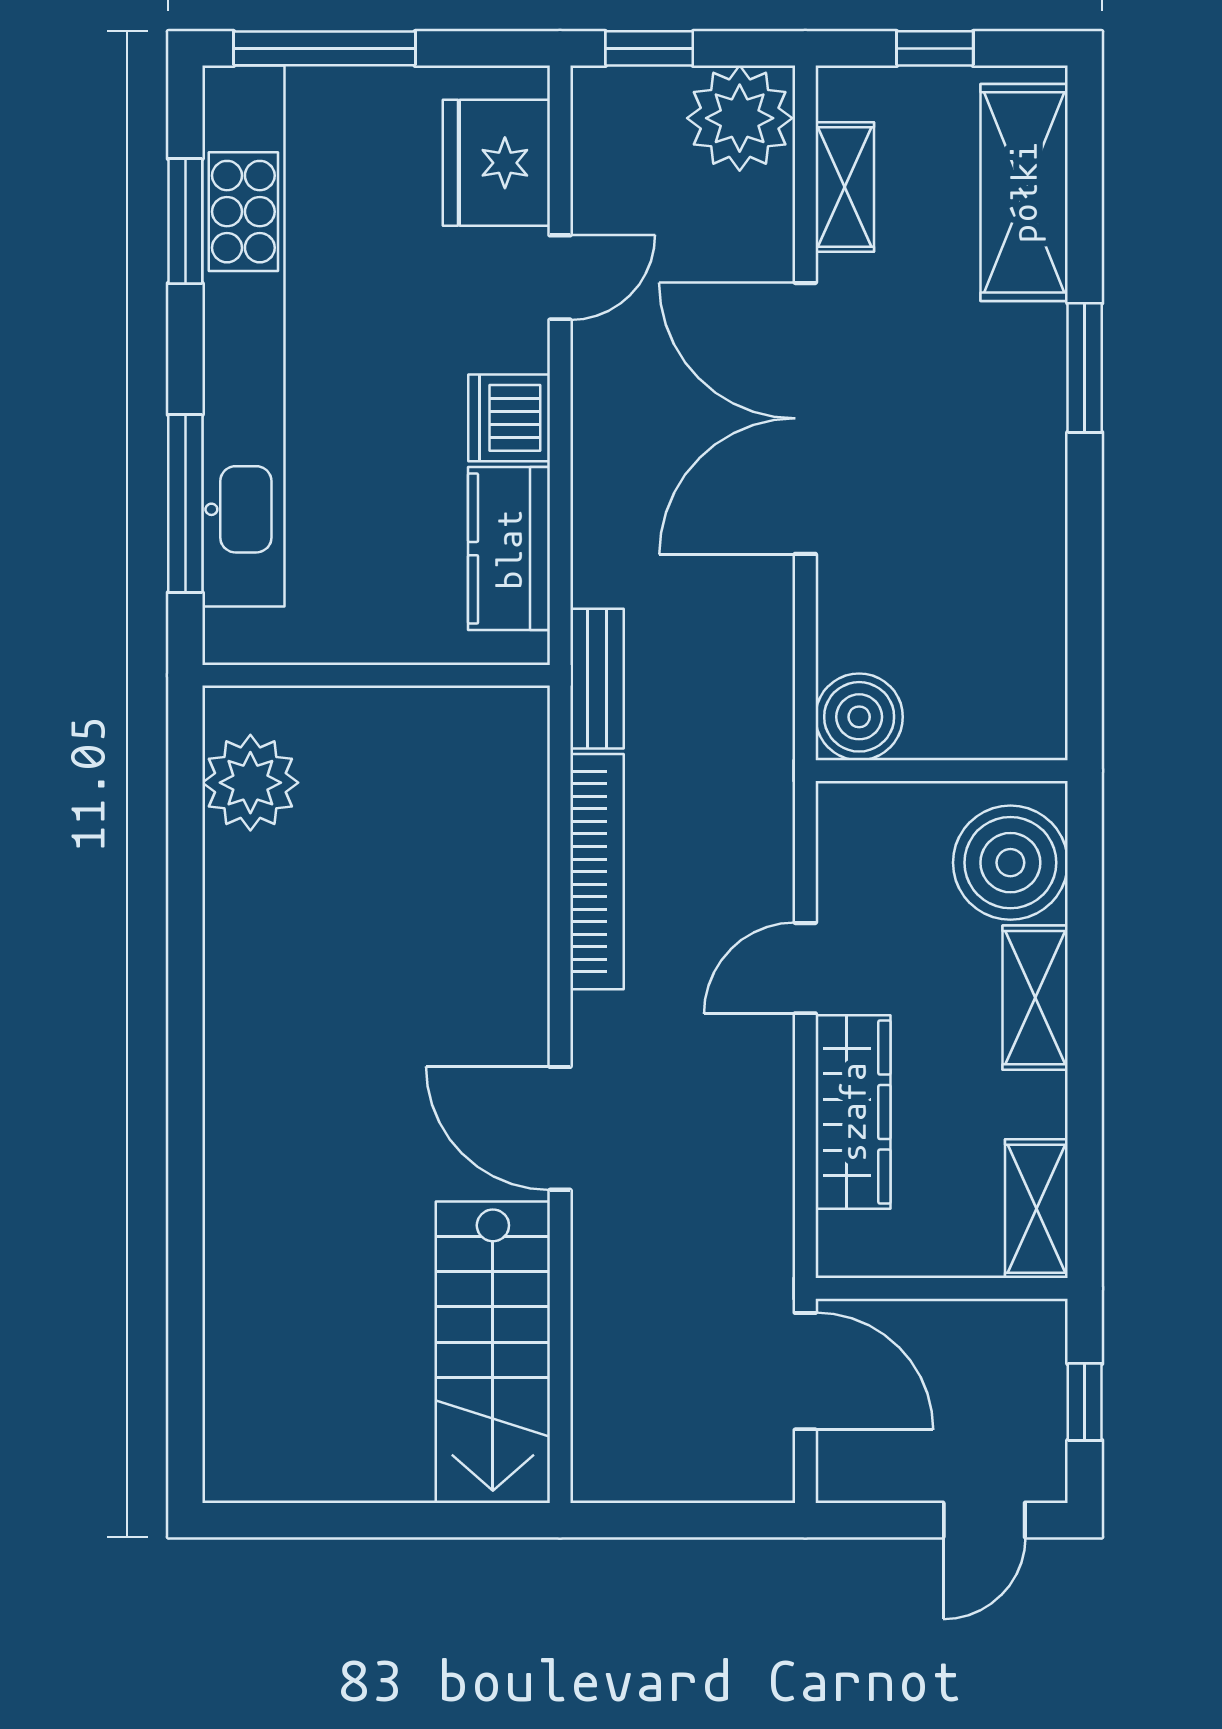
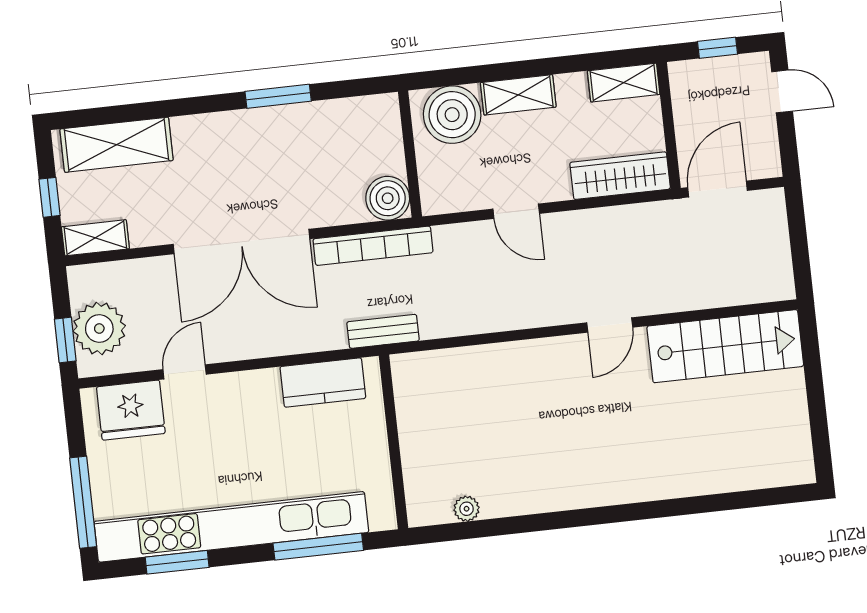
plant: (740, 118) -> (99, 329), moved
shelving: (845, 187) -> (95, 238), moved
door: (560, 277) -> (185, 372), hinge flipped
window: (1085, 368) -> (278, 96), moved
dishwasher: (509, 418) -> (258, 390), removed
plant: (250, 783) -> (467, 509), width x0.53, depth x0.53
bookcase: (597, 872) -> (373, 246), moved, turned 180
wardrobe: (853, 1112) -> (620, 176), moved
door: (560, 1128) -> (610, 325), width x0.73

